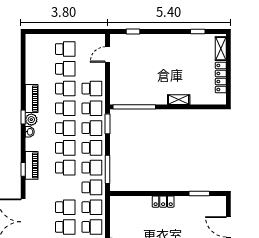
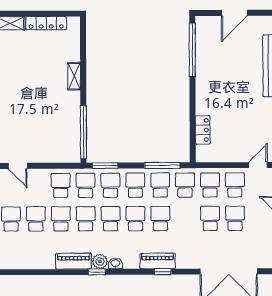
window: (199, 194) -> (192, 50), width x2.11
locker: (163, 202) -> (203, 130), moved

